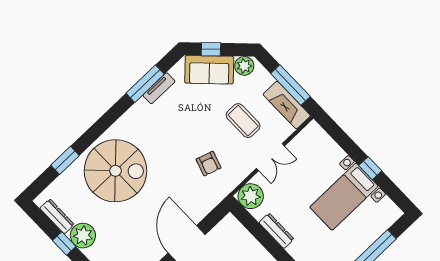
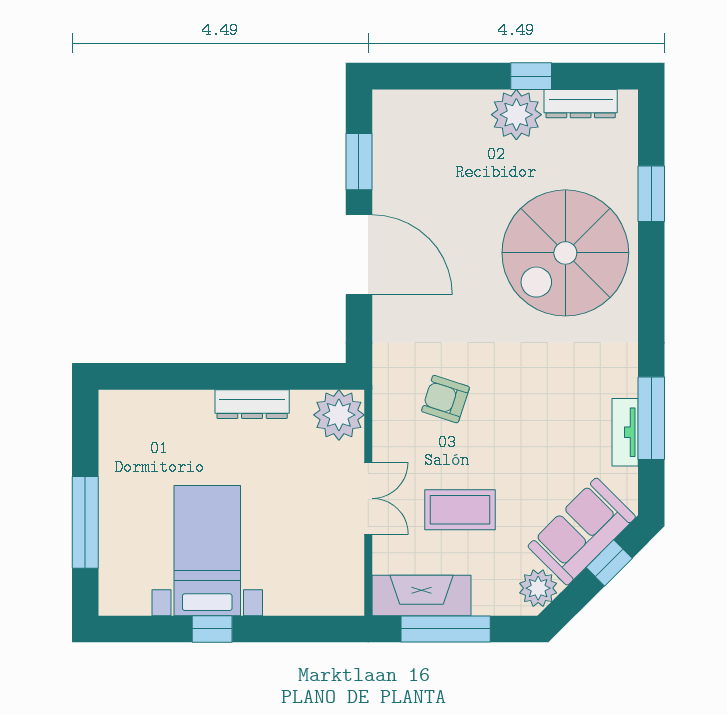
double door: (270, 157) -> (368, 498), swing flipped

